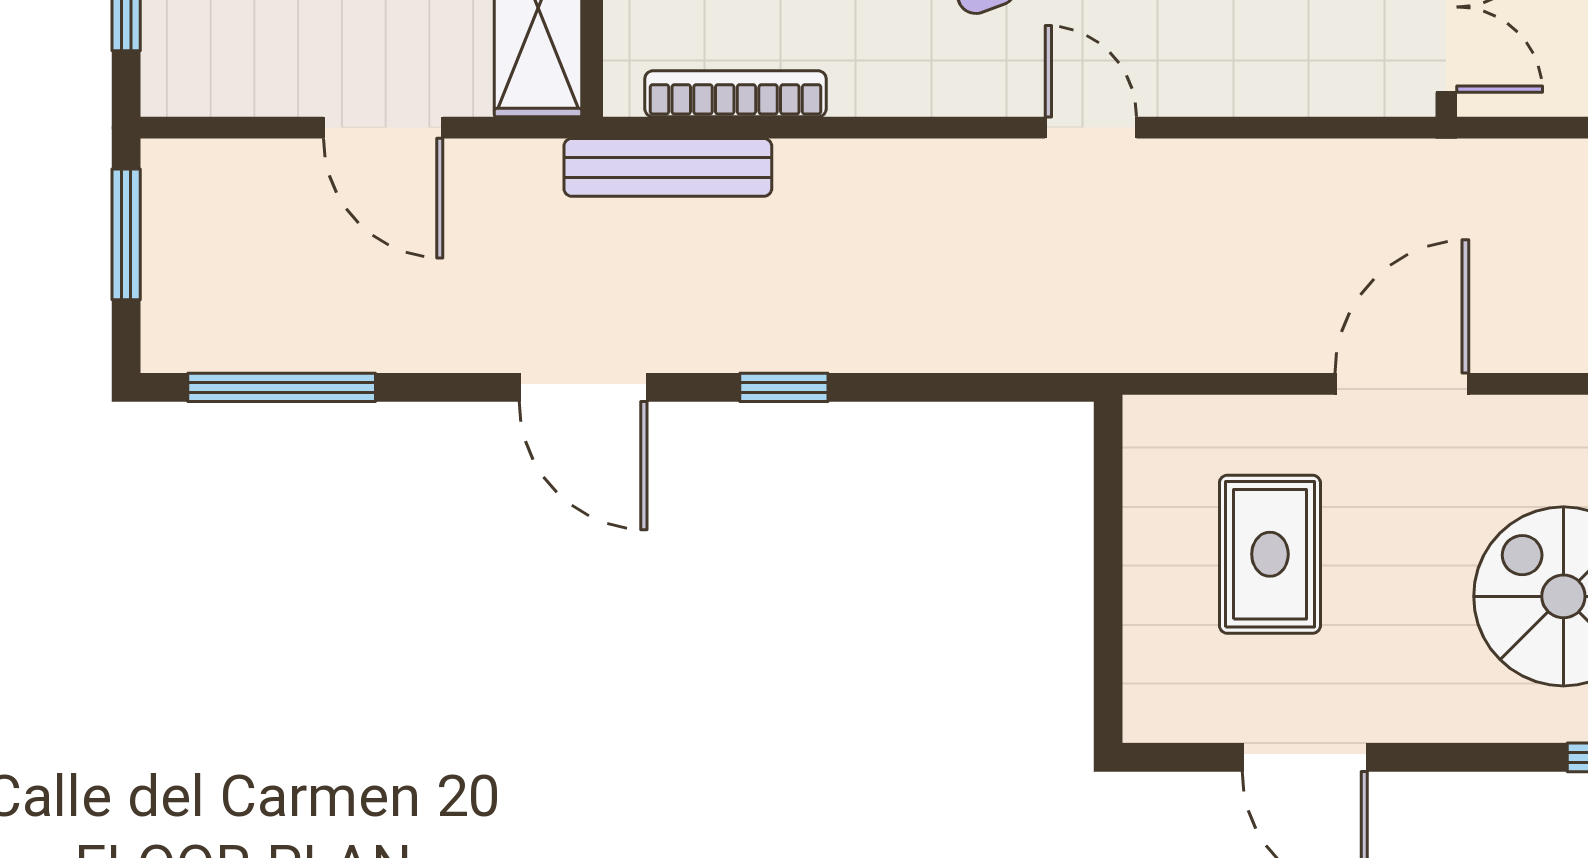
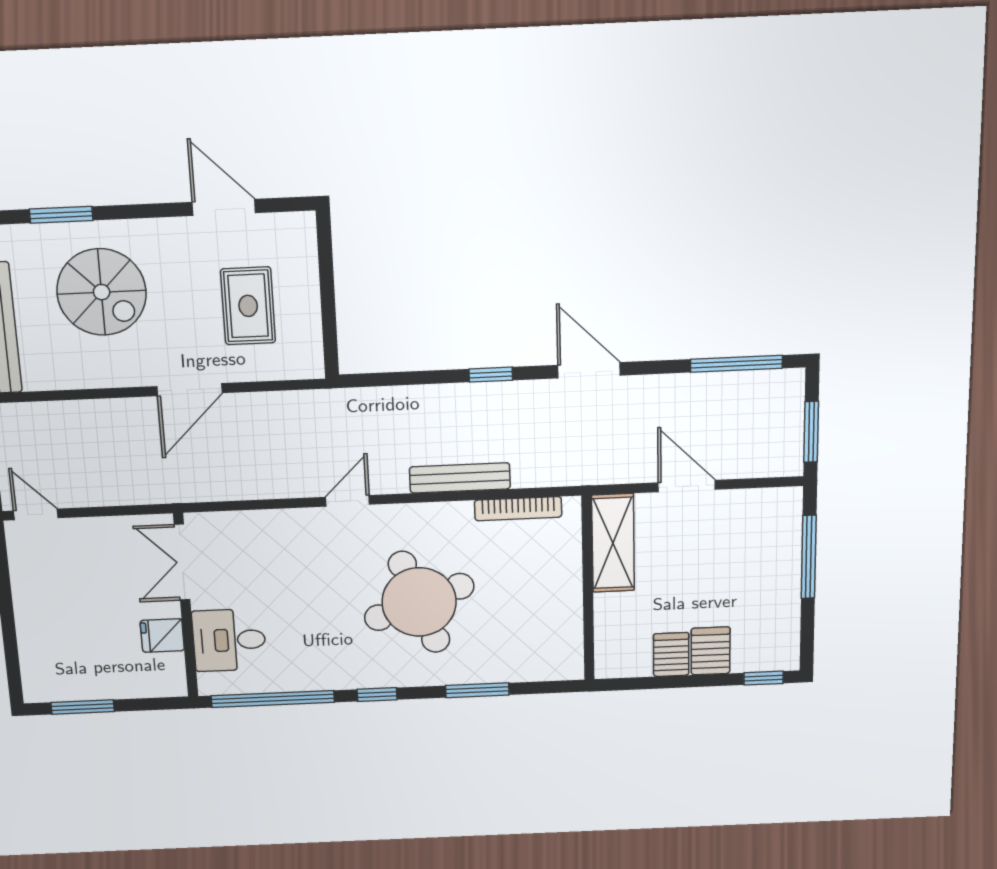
door: (1091, 128) -> (347, 501), swing flipped
bench: (668, 167) -> (460, 478), moved

